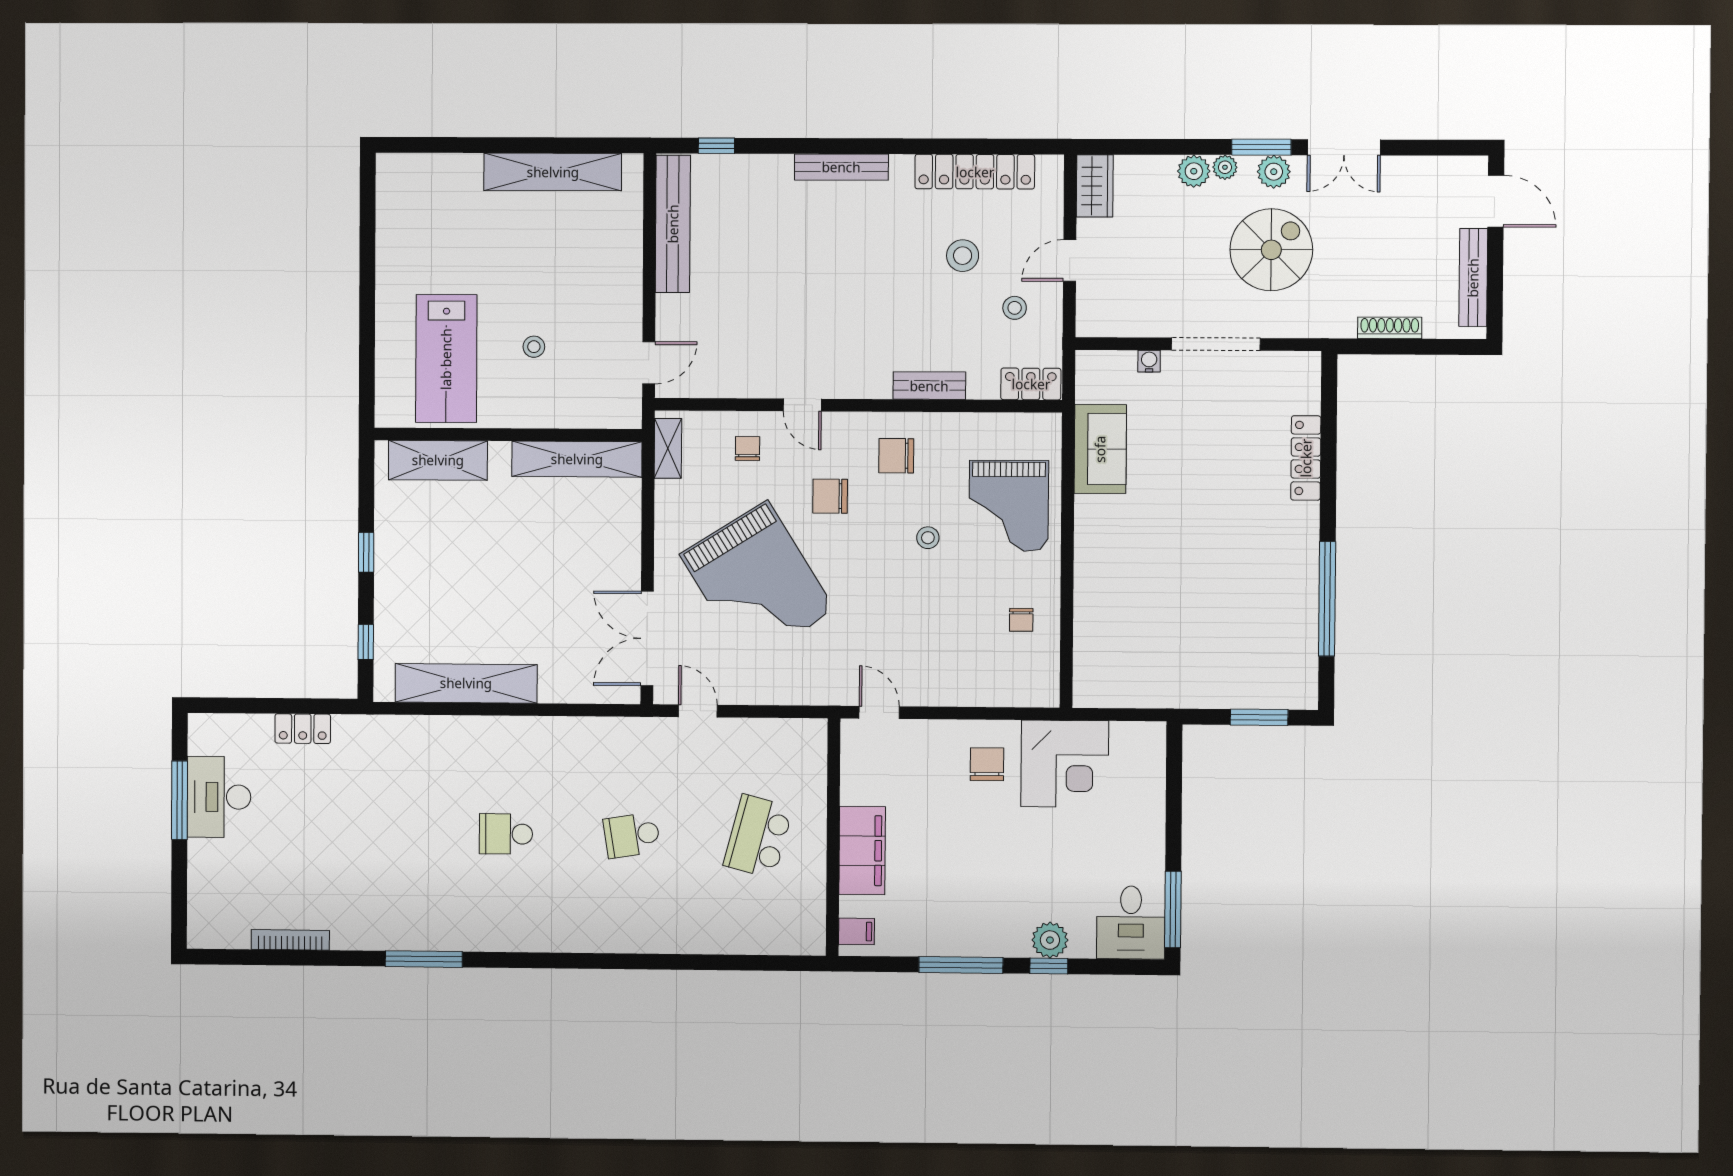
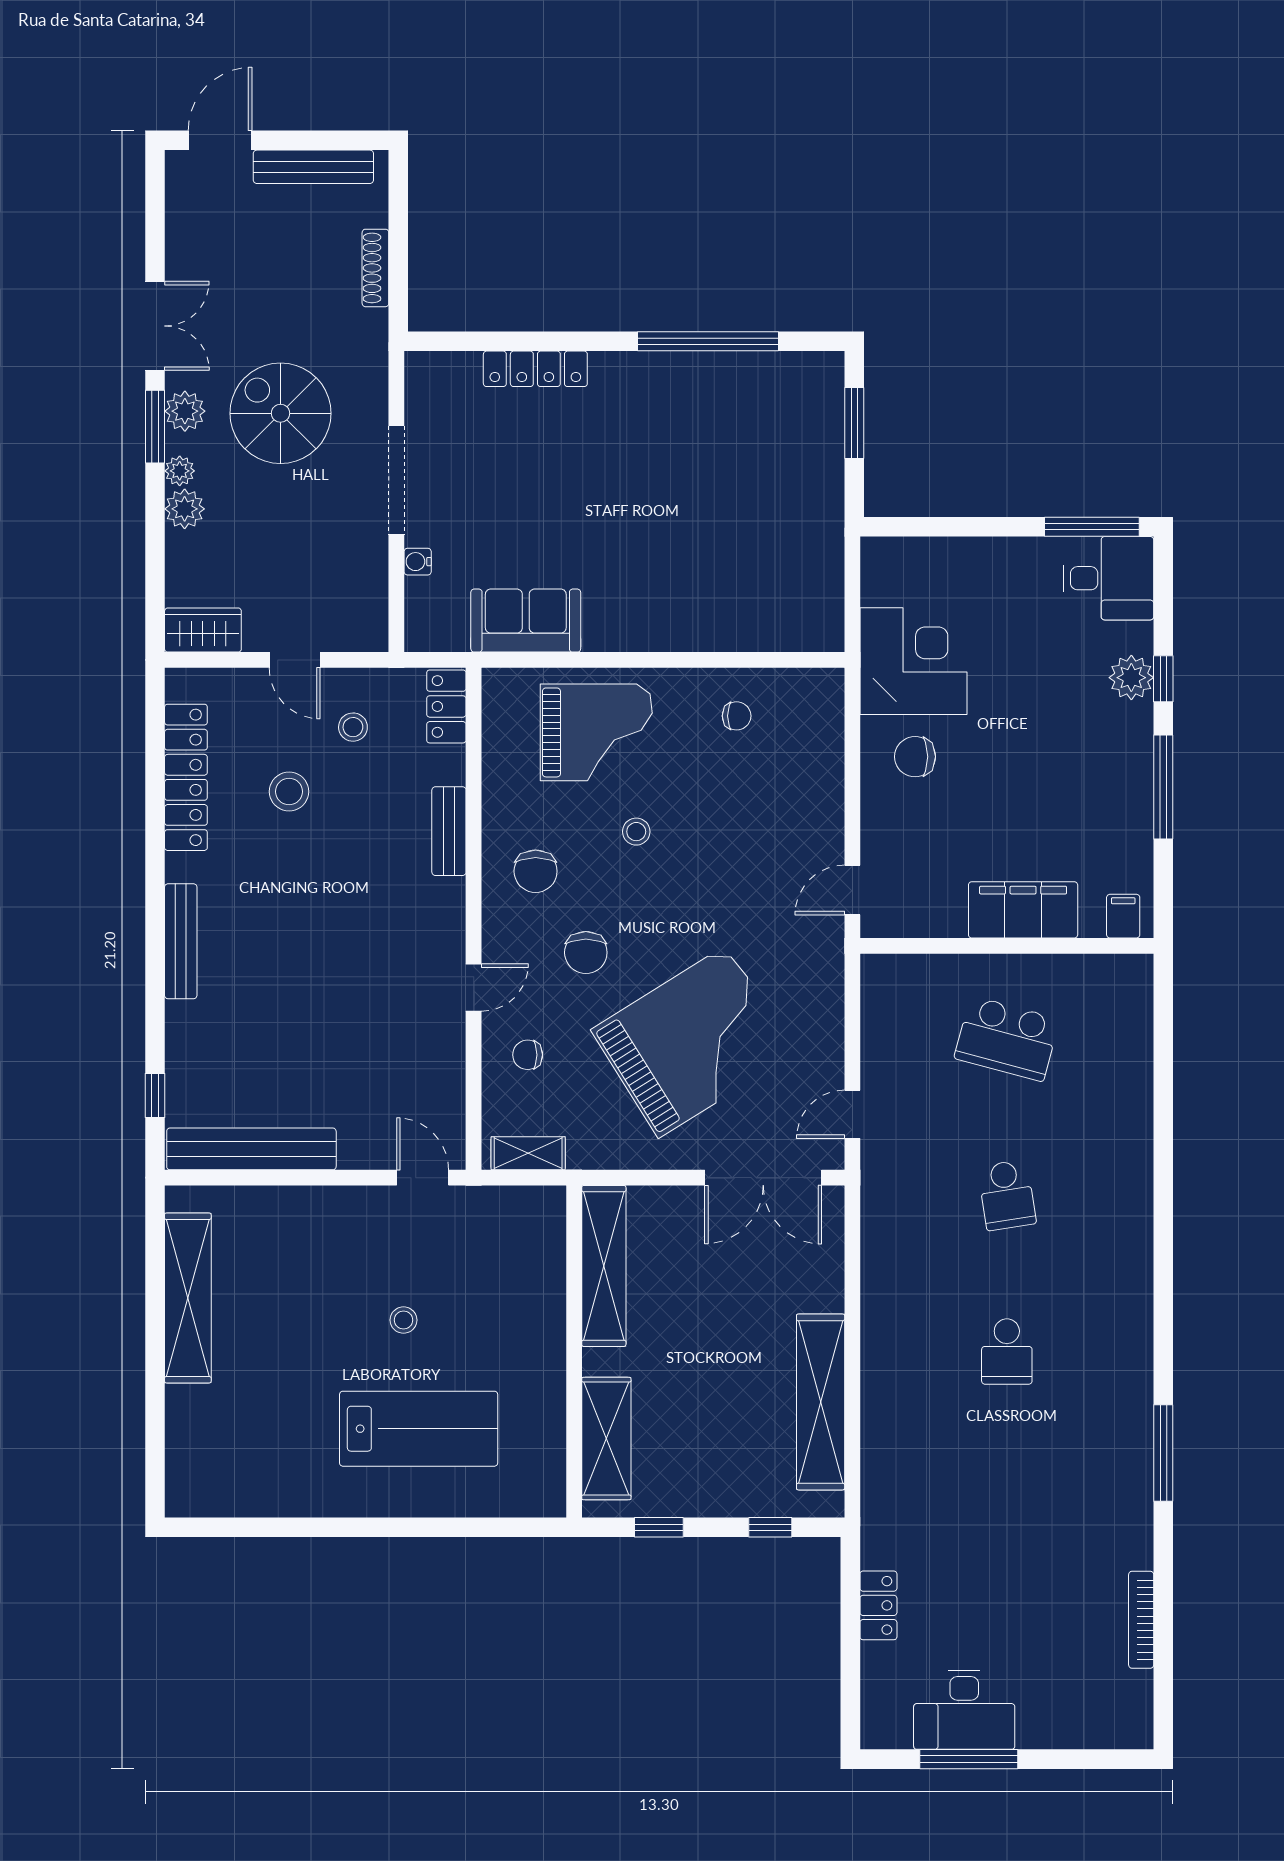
wall: (508, 435) -> (574, 1352), moved
shelving: (577, 459) -> (604, 1266), moved
shelving: (438, 460) -> (606, 1439), moved

